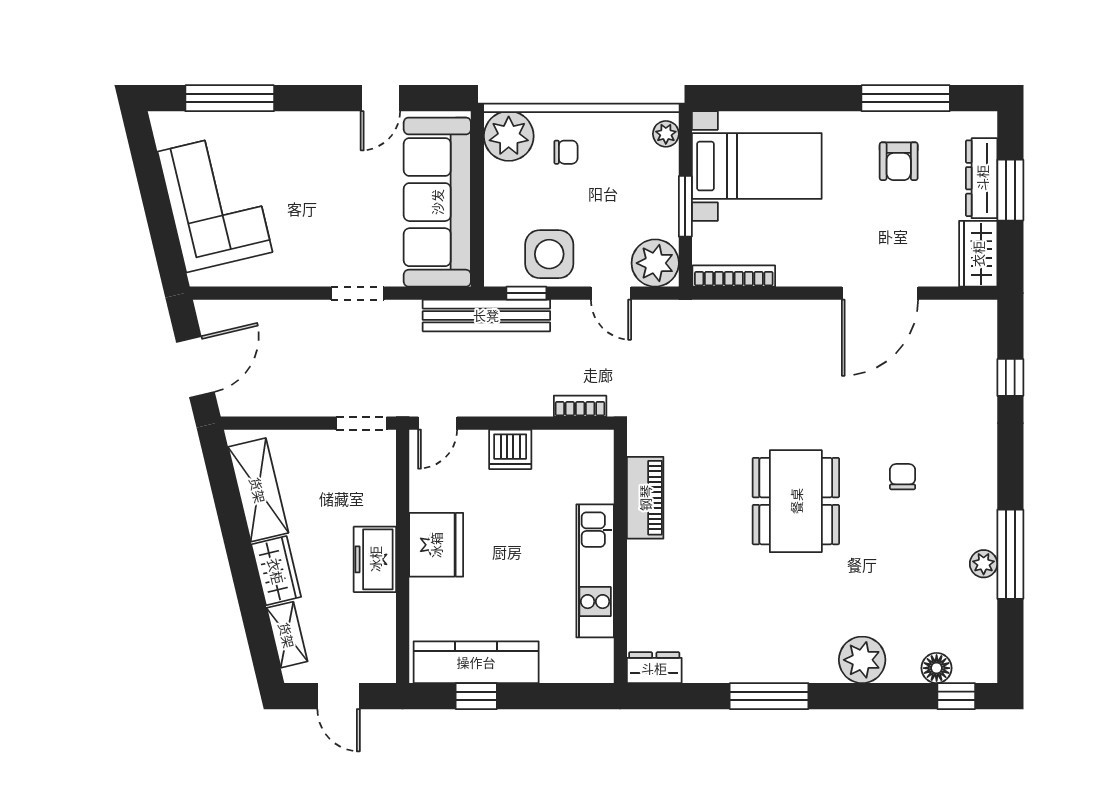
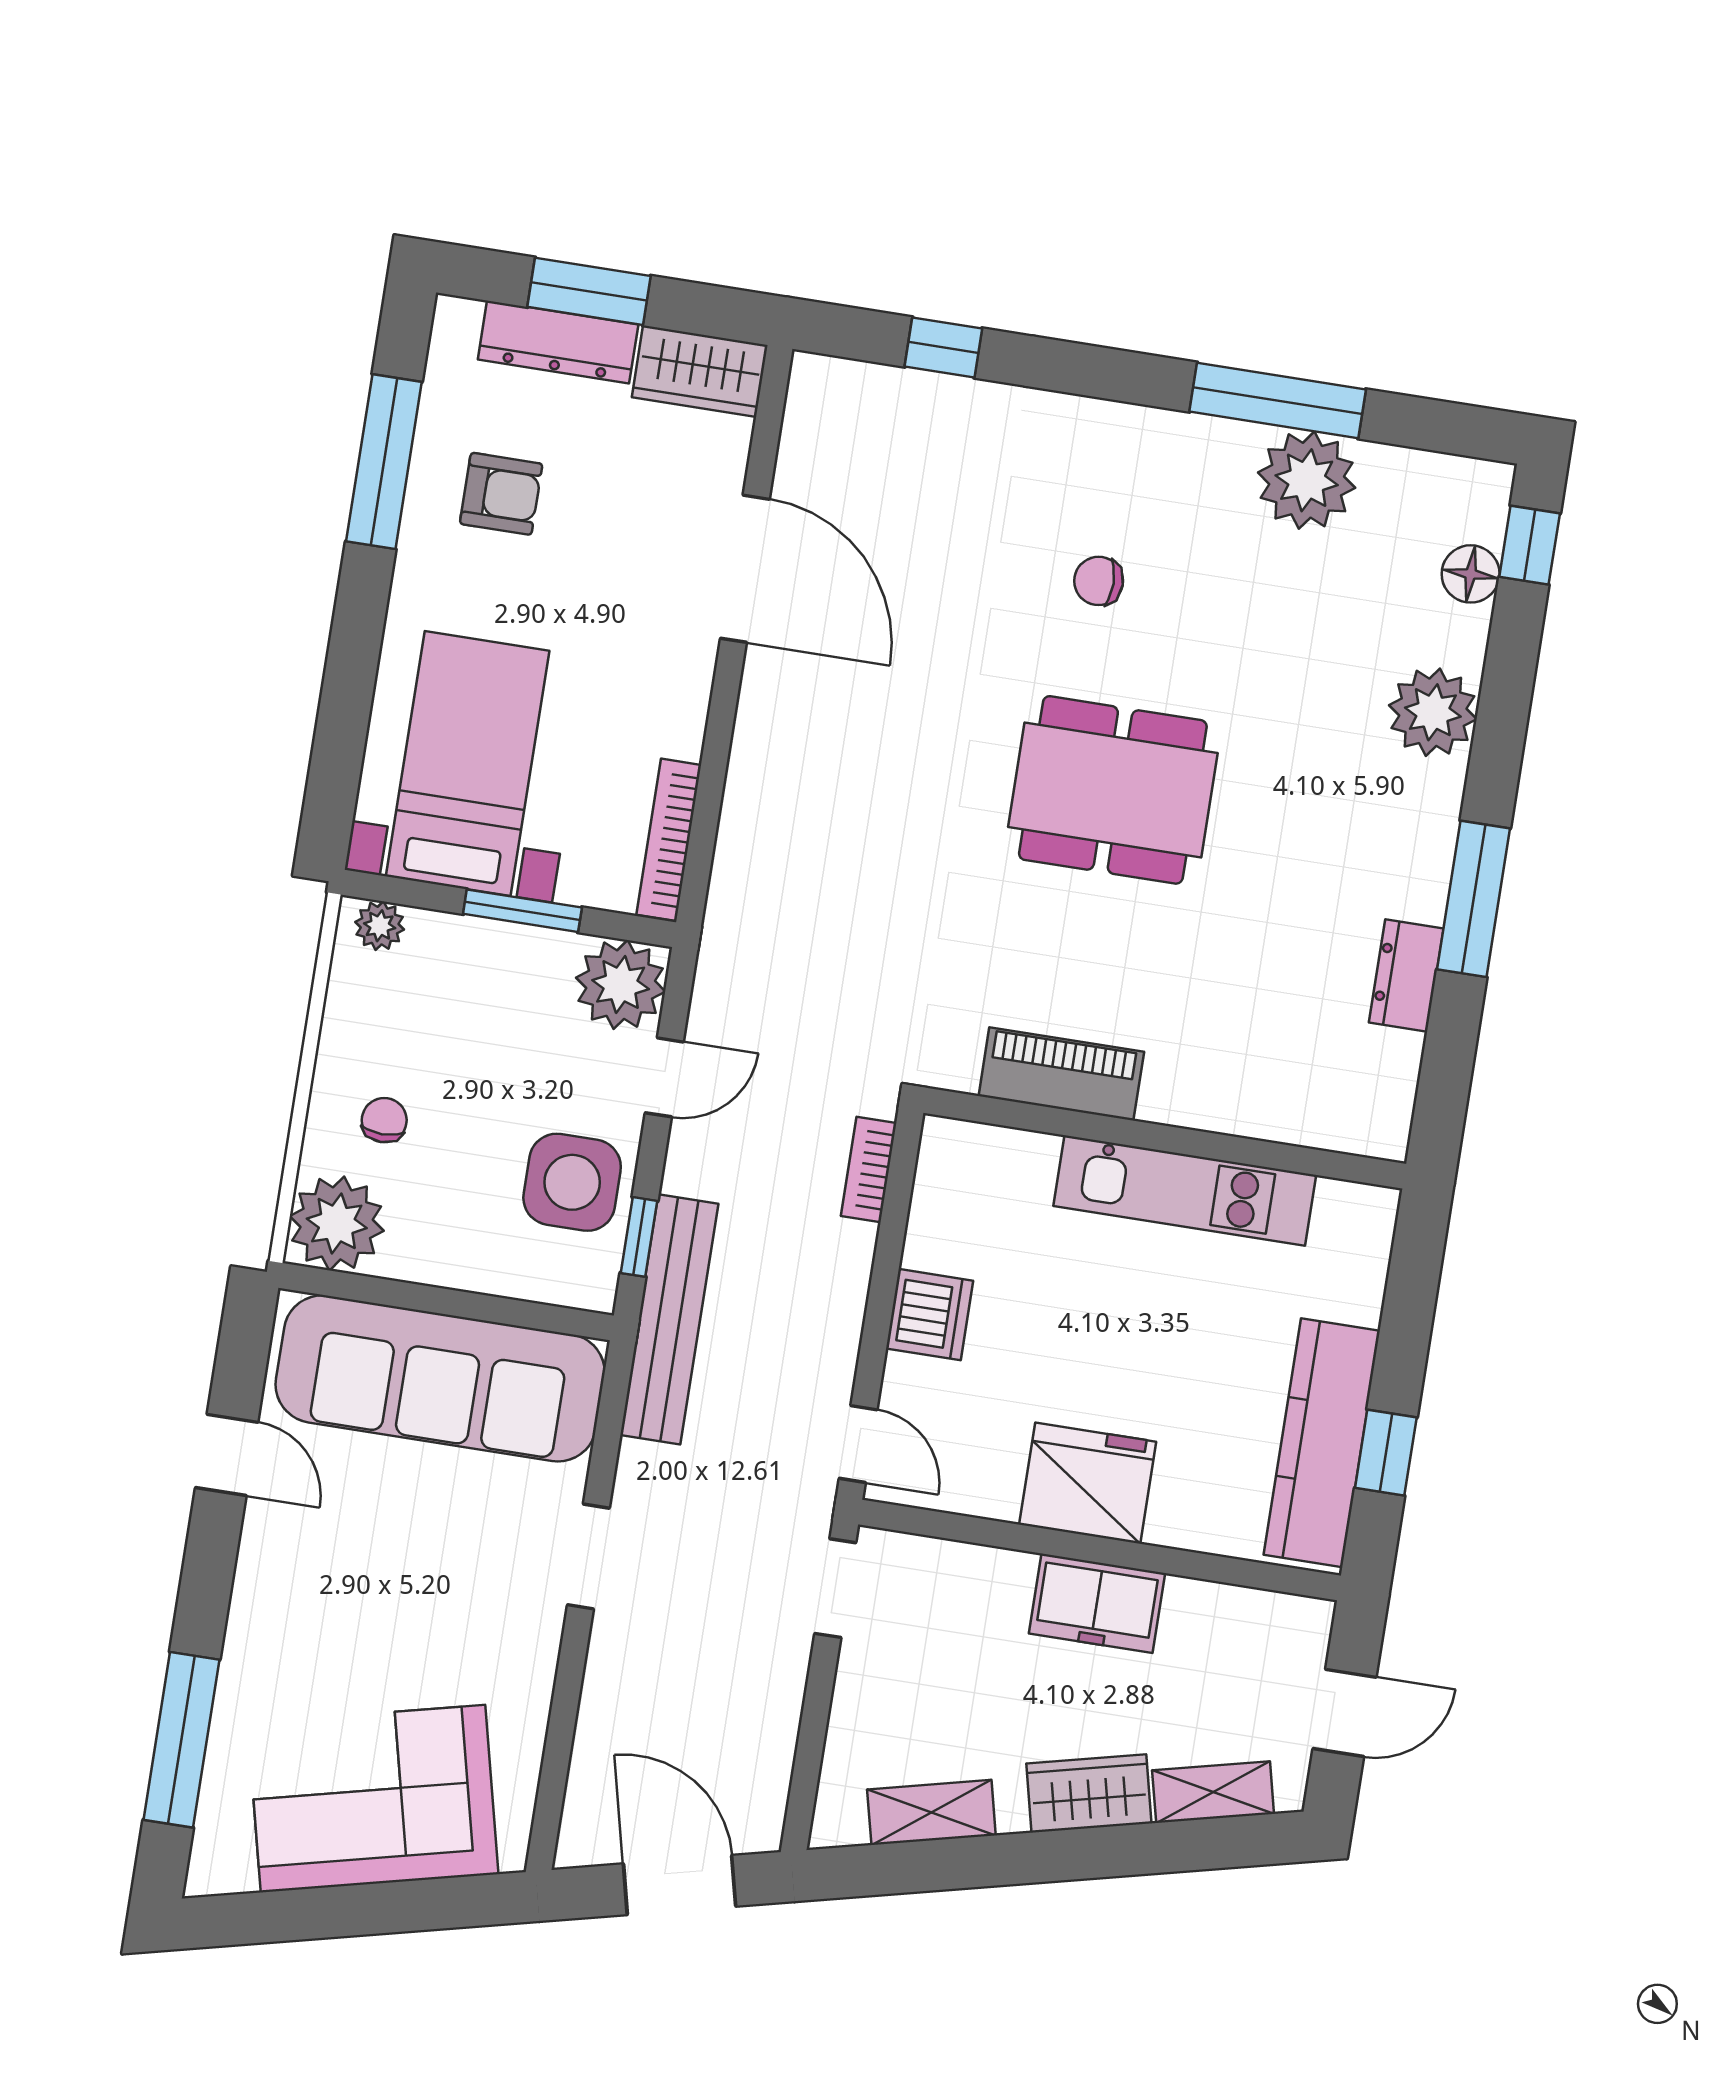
shelving: (258, 490) -> (931, 1812), width x0.67, depth x0.75
plant: (984, 564) -> (1307, 480), width x1.87, depth x1.87
dresser: (654, 668) -> (1406, 975), moved

